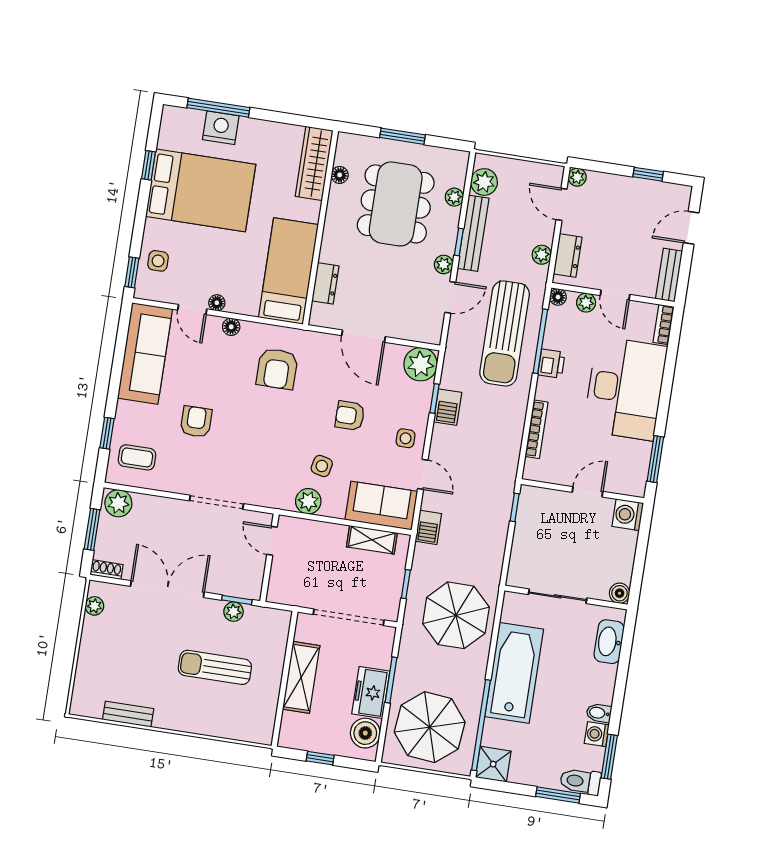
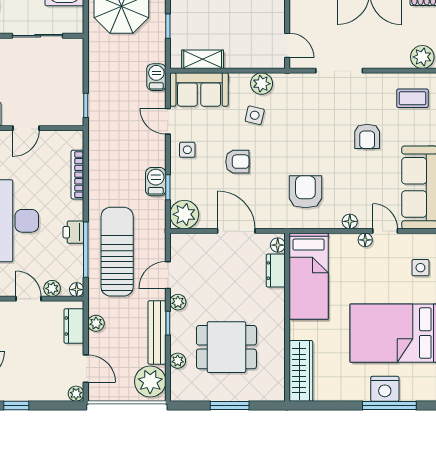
floor lamp: (340, 175) -> (278, 245), moved
plant: (484, 182) -> (150, 382), width x1.36, depth x1.36
dining table: (396, 204) -> (226, 347), width x0.73

